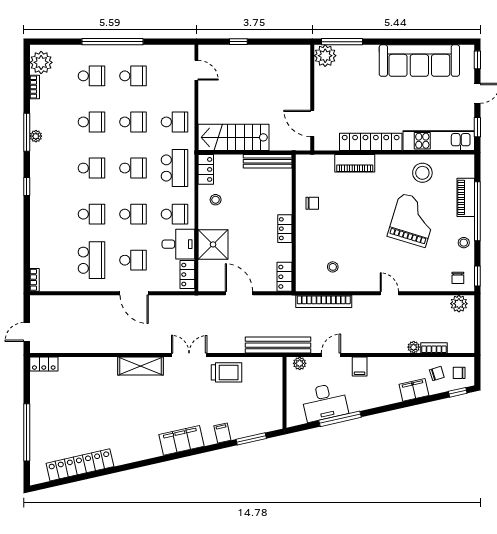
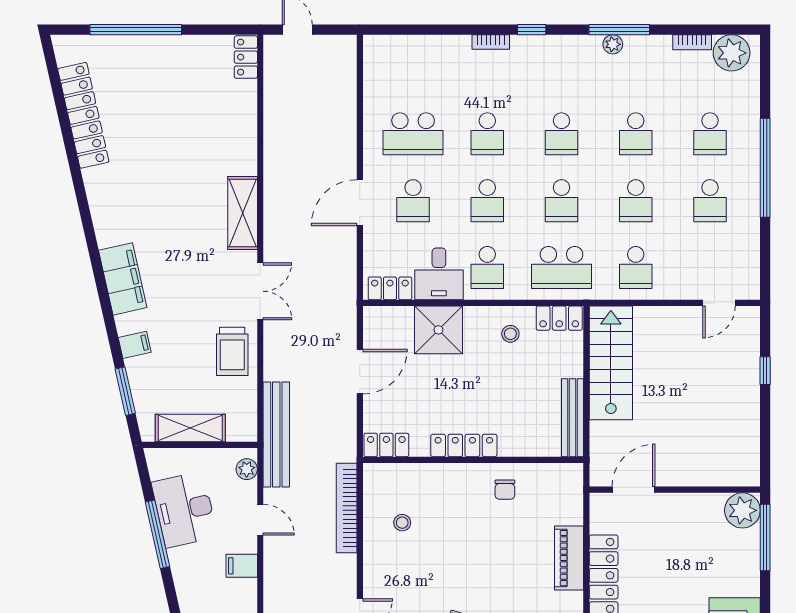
locker: (285, 229) -> (464, 445), width x1.53
bookcase: (34, 280) -> (491, 42), moved
shelving: (274, 398) -> (190, 428), added

